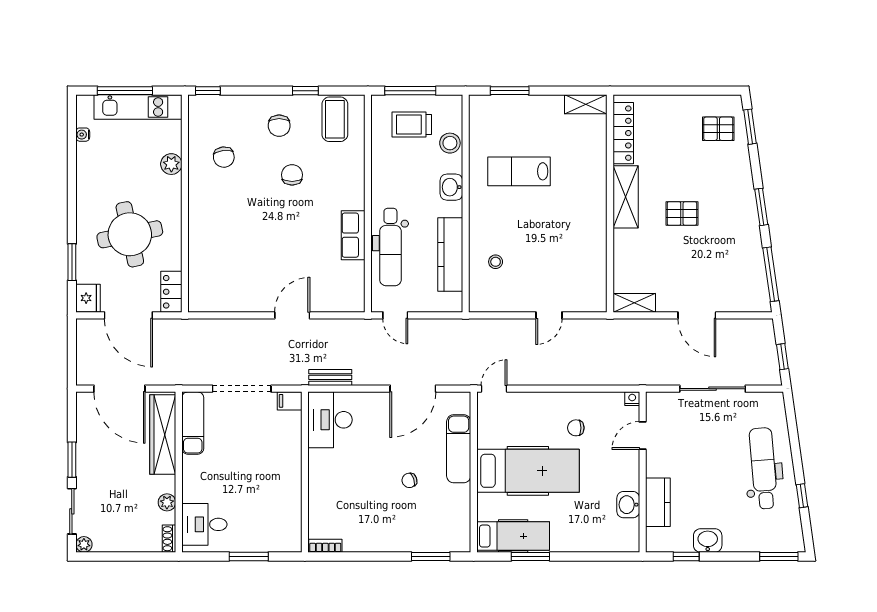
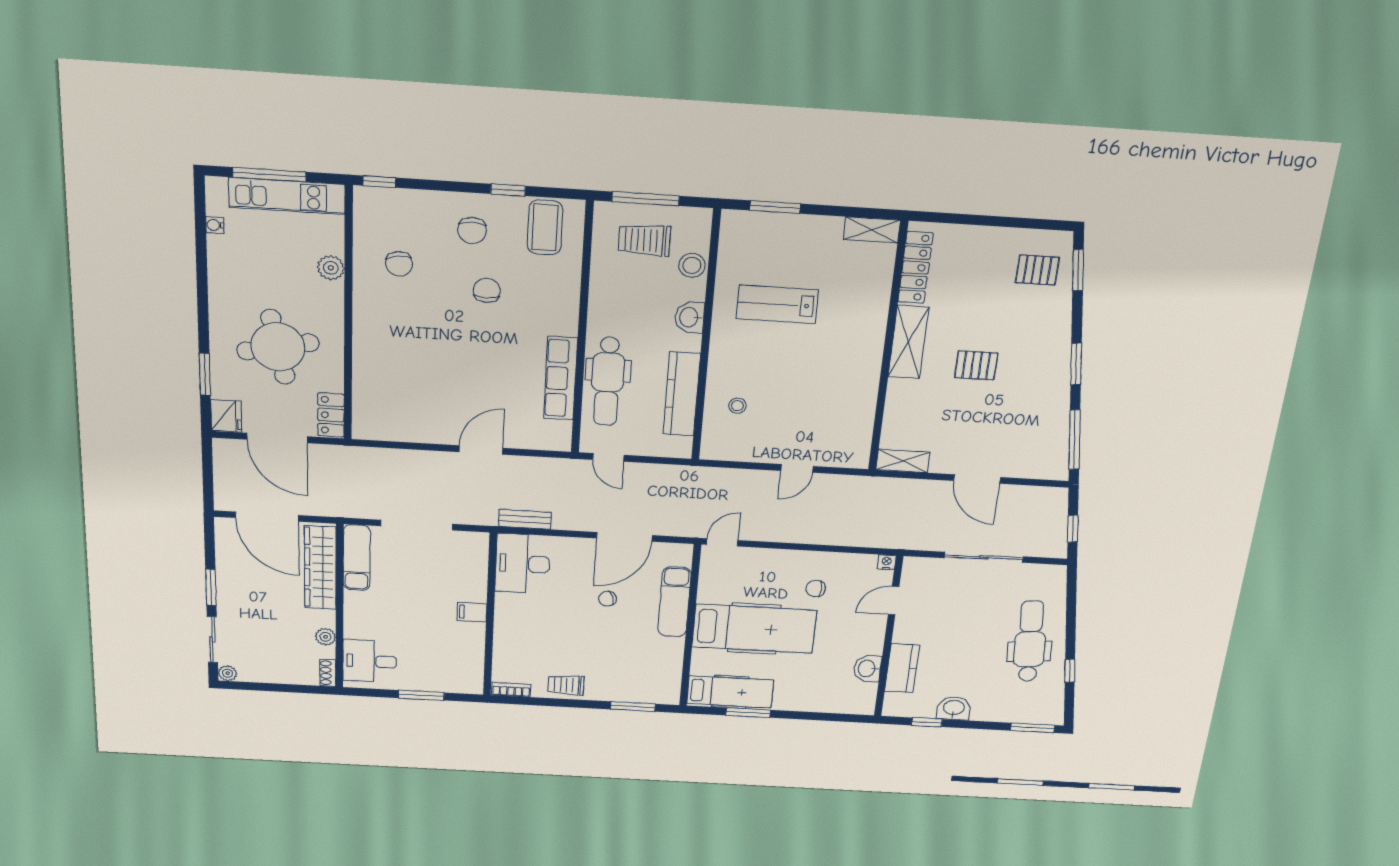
row of seats: (353, 235) -> (561, 378), width x1.48
filing cabinet: (290, 401) -> (472, 612), moved
chair: (409, 480) -> (607, 599), moved
trolley: (372, 538) -> (566, 685), added

